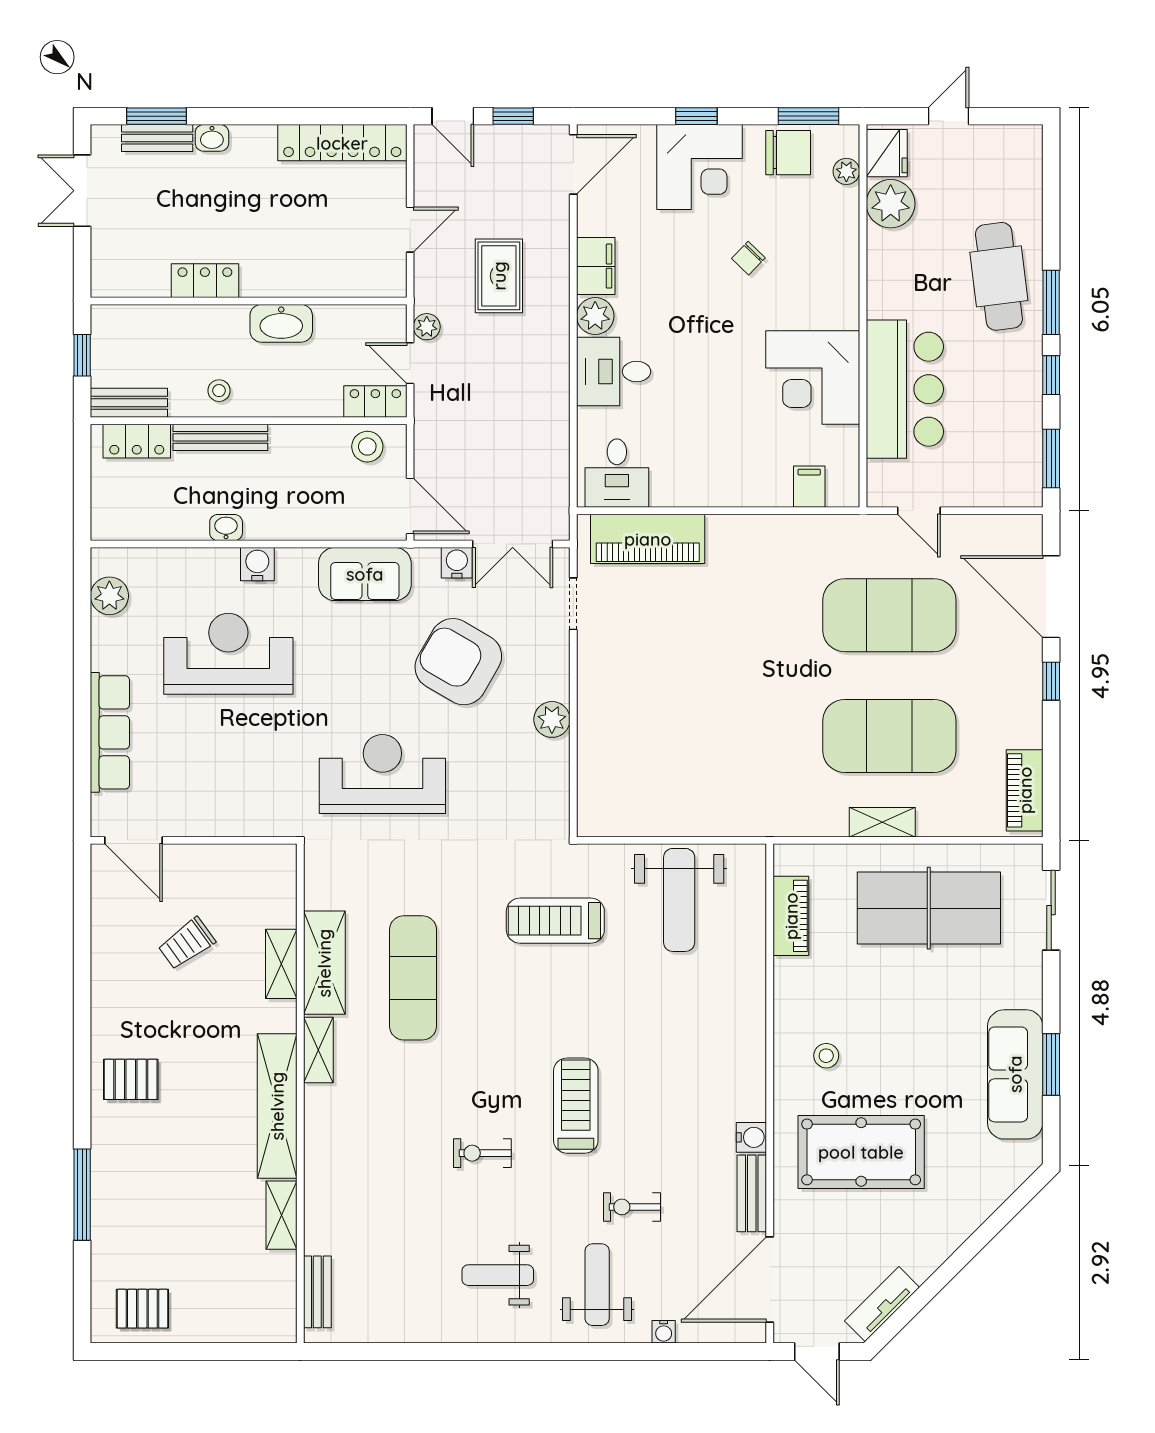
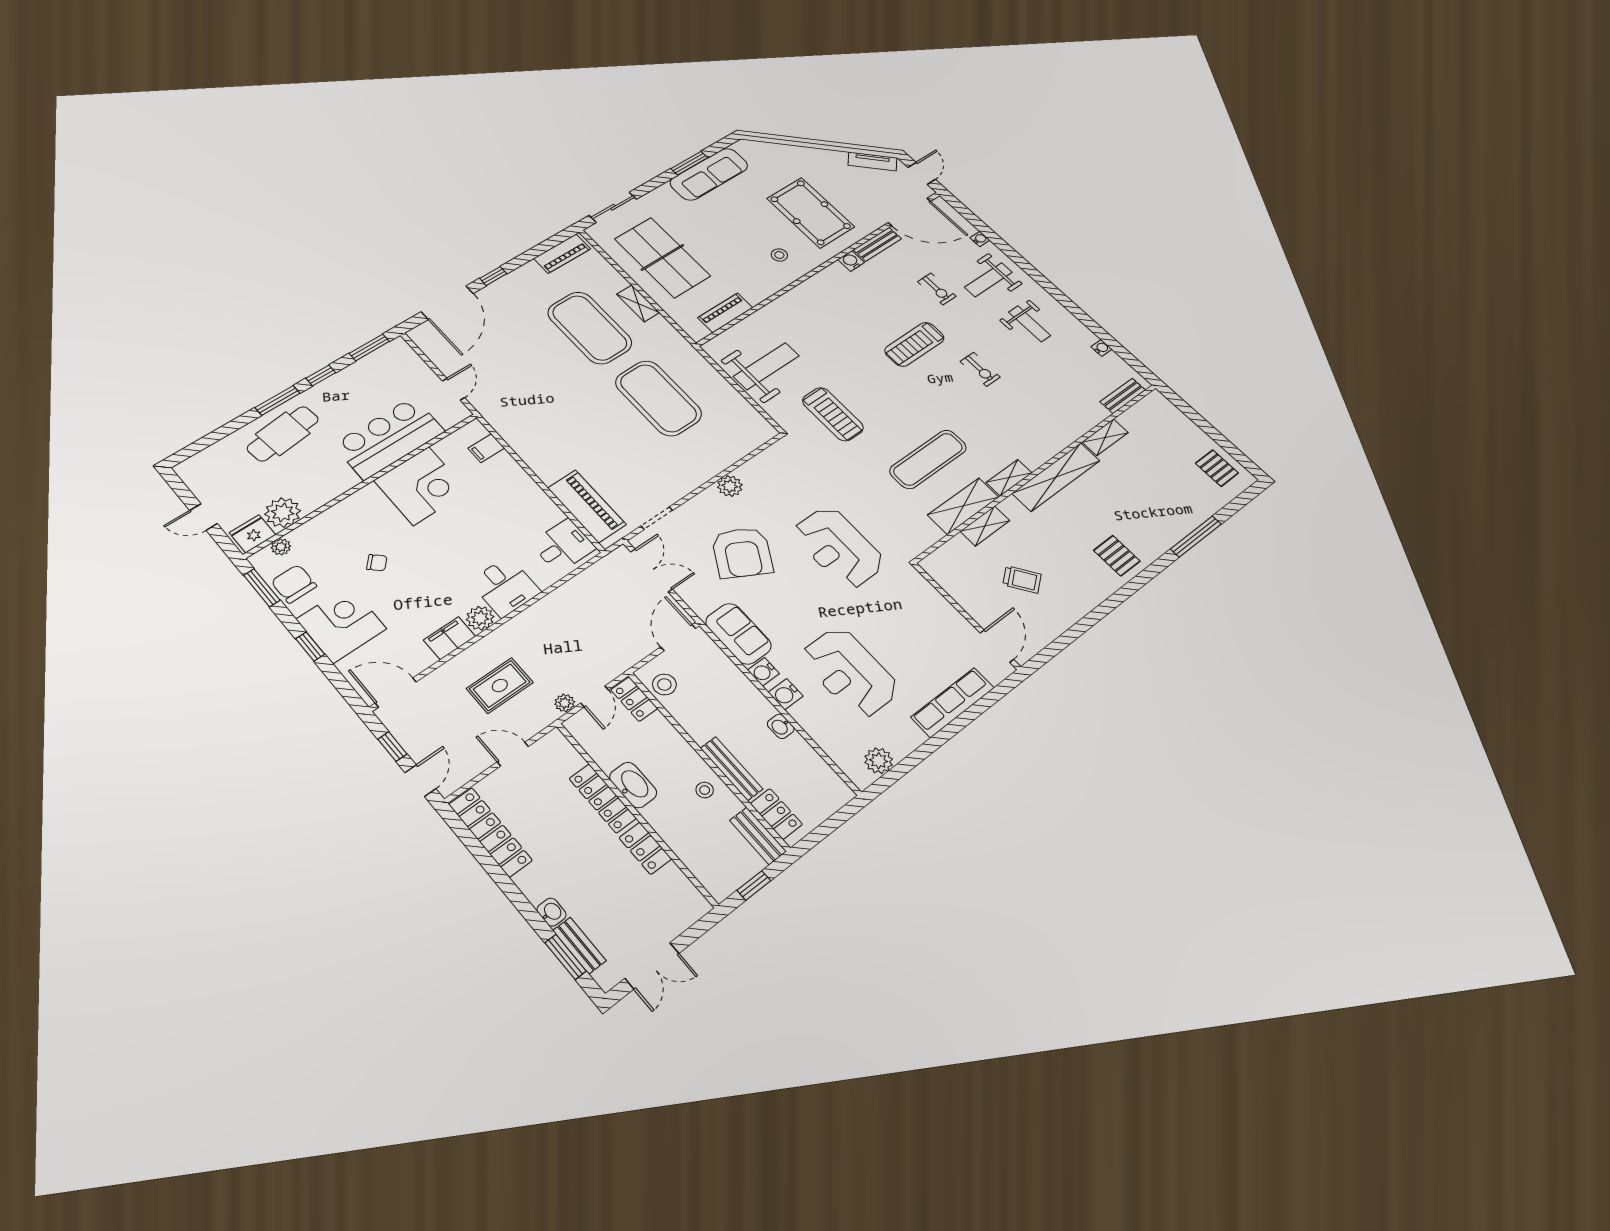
locker: (291, 281) -> (603, 798), added
water cooler: (457, 563) -> (763, 672), moved
exercise mat: (889, 615) -> (658, 398), moved
water cooler: (399, 1331) -> (1101, 348), added

